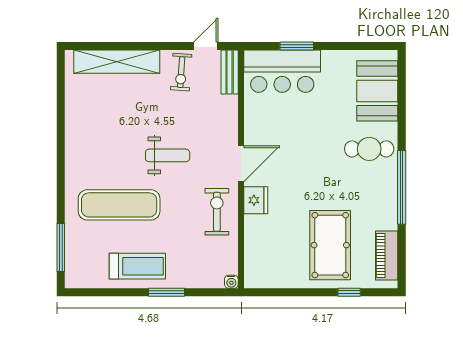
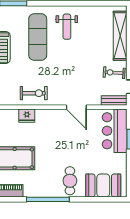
weight bench: (168, 155) -> (67, 27), moved
door: (241, 164) -> (76, 107), moved
fridge: (256, 200) -> (27, 116), moved

